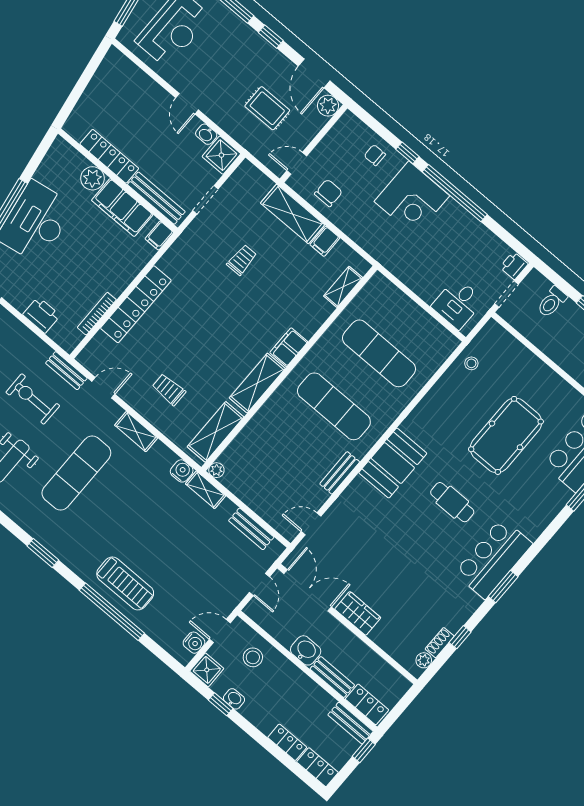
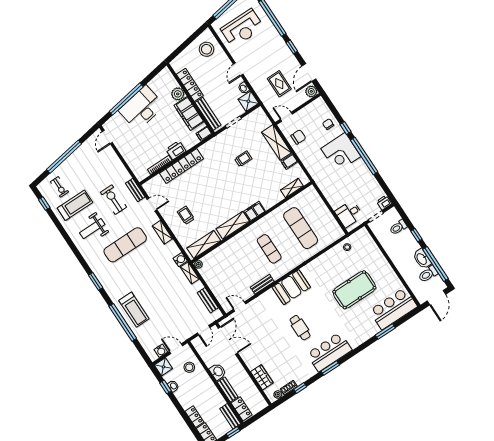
stool: (121, 84) -> (206, 49), added
printer: (42, 315) -> (176, 150), moved, turned -90
exercise mat: (334, 406) -> (269, 249), width x0.73, depth x0.69
cafe table: (452, 502) -> (300, 328), moved
wardrobe: (358, 613) -> (262, 377), moved

